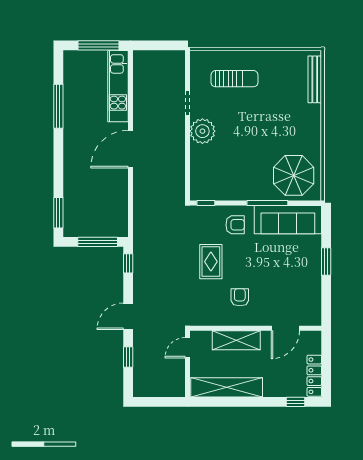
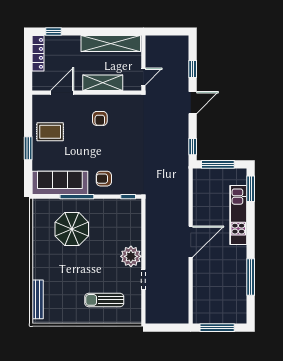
kitchen unit: (118, 86) -> (238, 215), moved, turned 180
parasol: (294, 175) -> (72, 229), moved
rug: (211, 262) -> (50, 132), moved, turned 90

